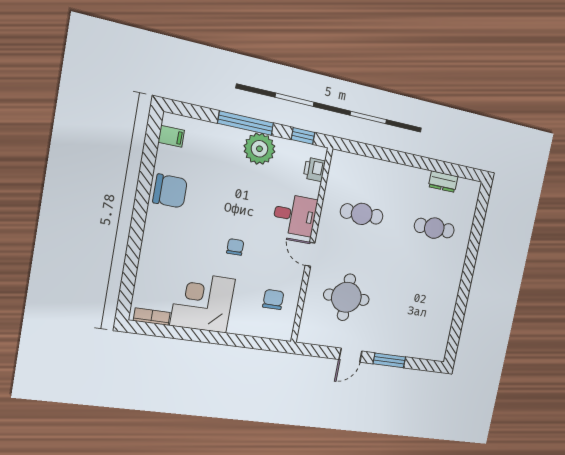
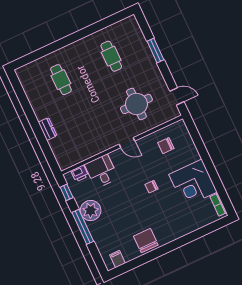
dresser: (443, 182) -> (48, 129), moved
cafe table: (362, 214) -> (111, 56), moved
desk: (295, 215) -> (101, 171), moved
door: (310, 254) -> (127, 143), hinge flipped
door: (351, 355) -> (177, 96), moved

